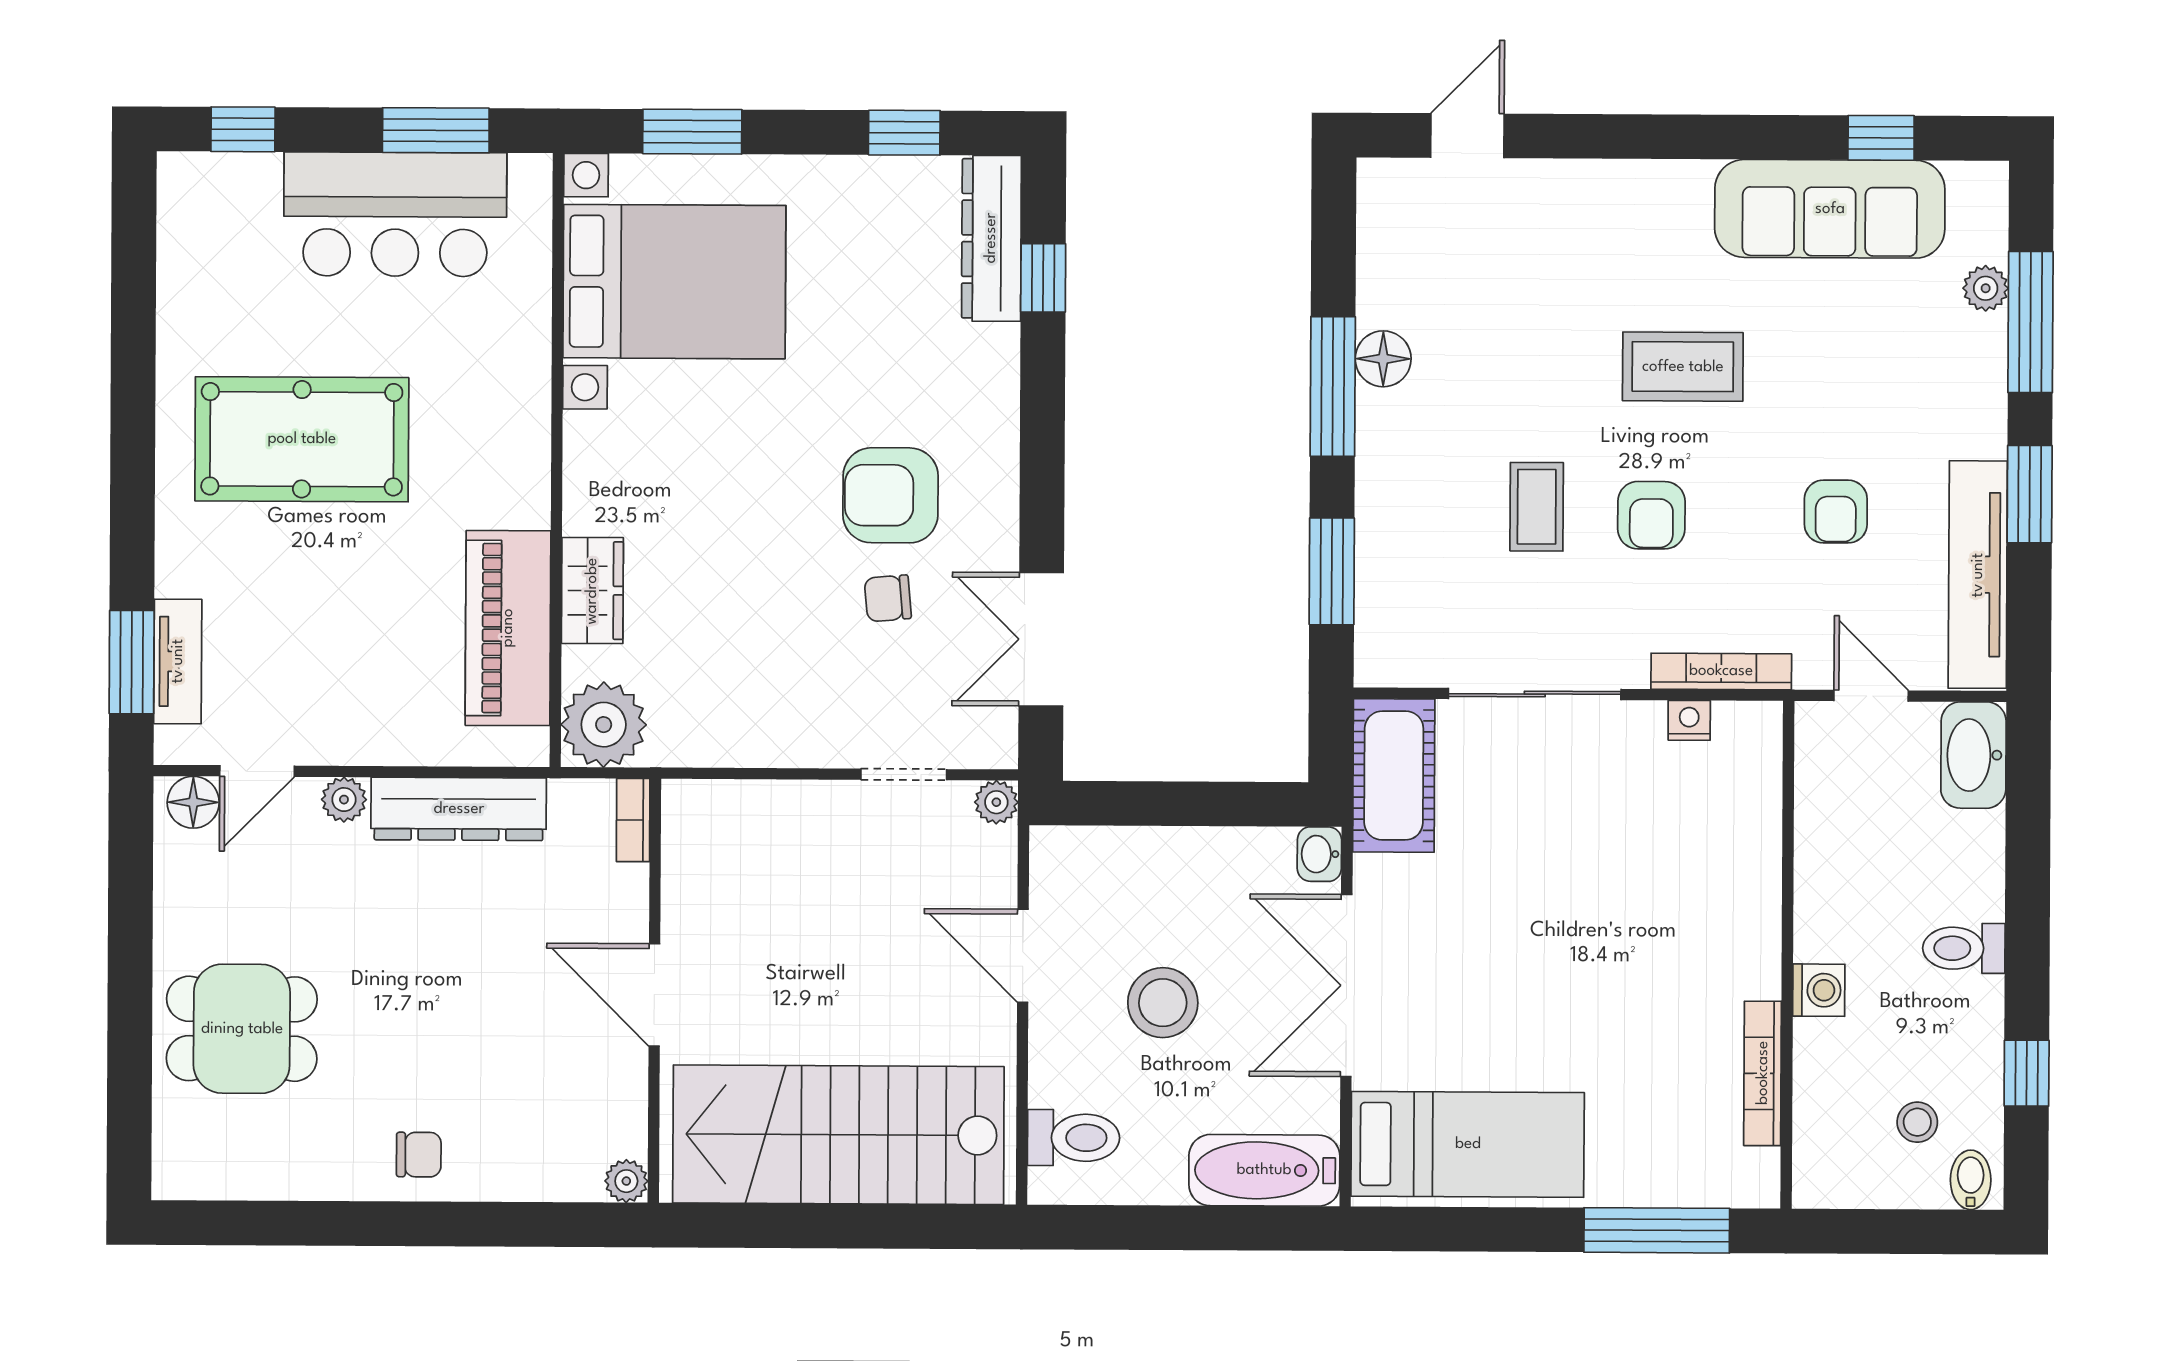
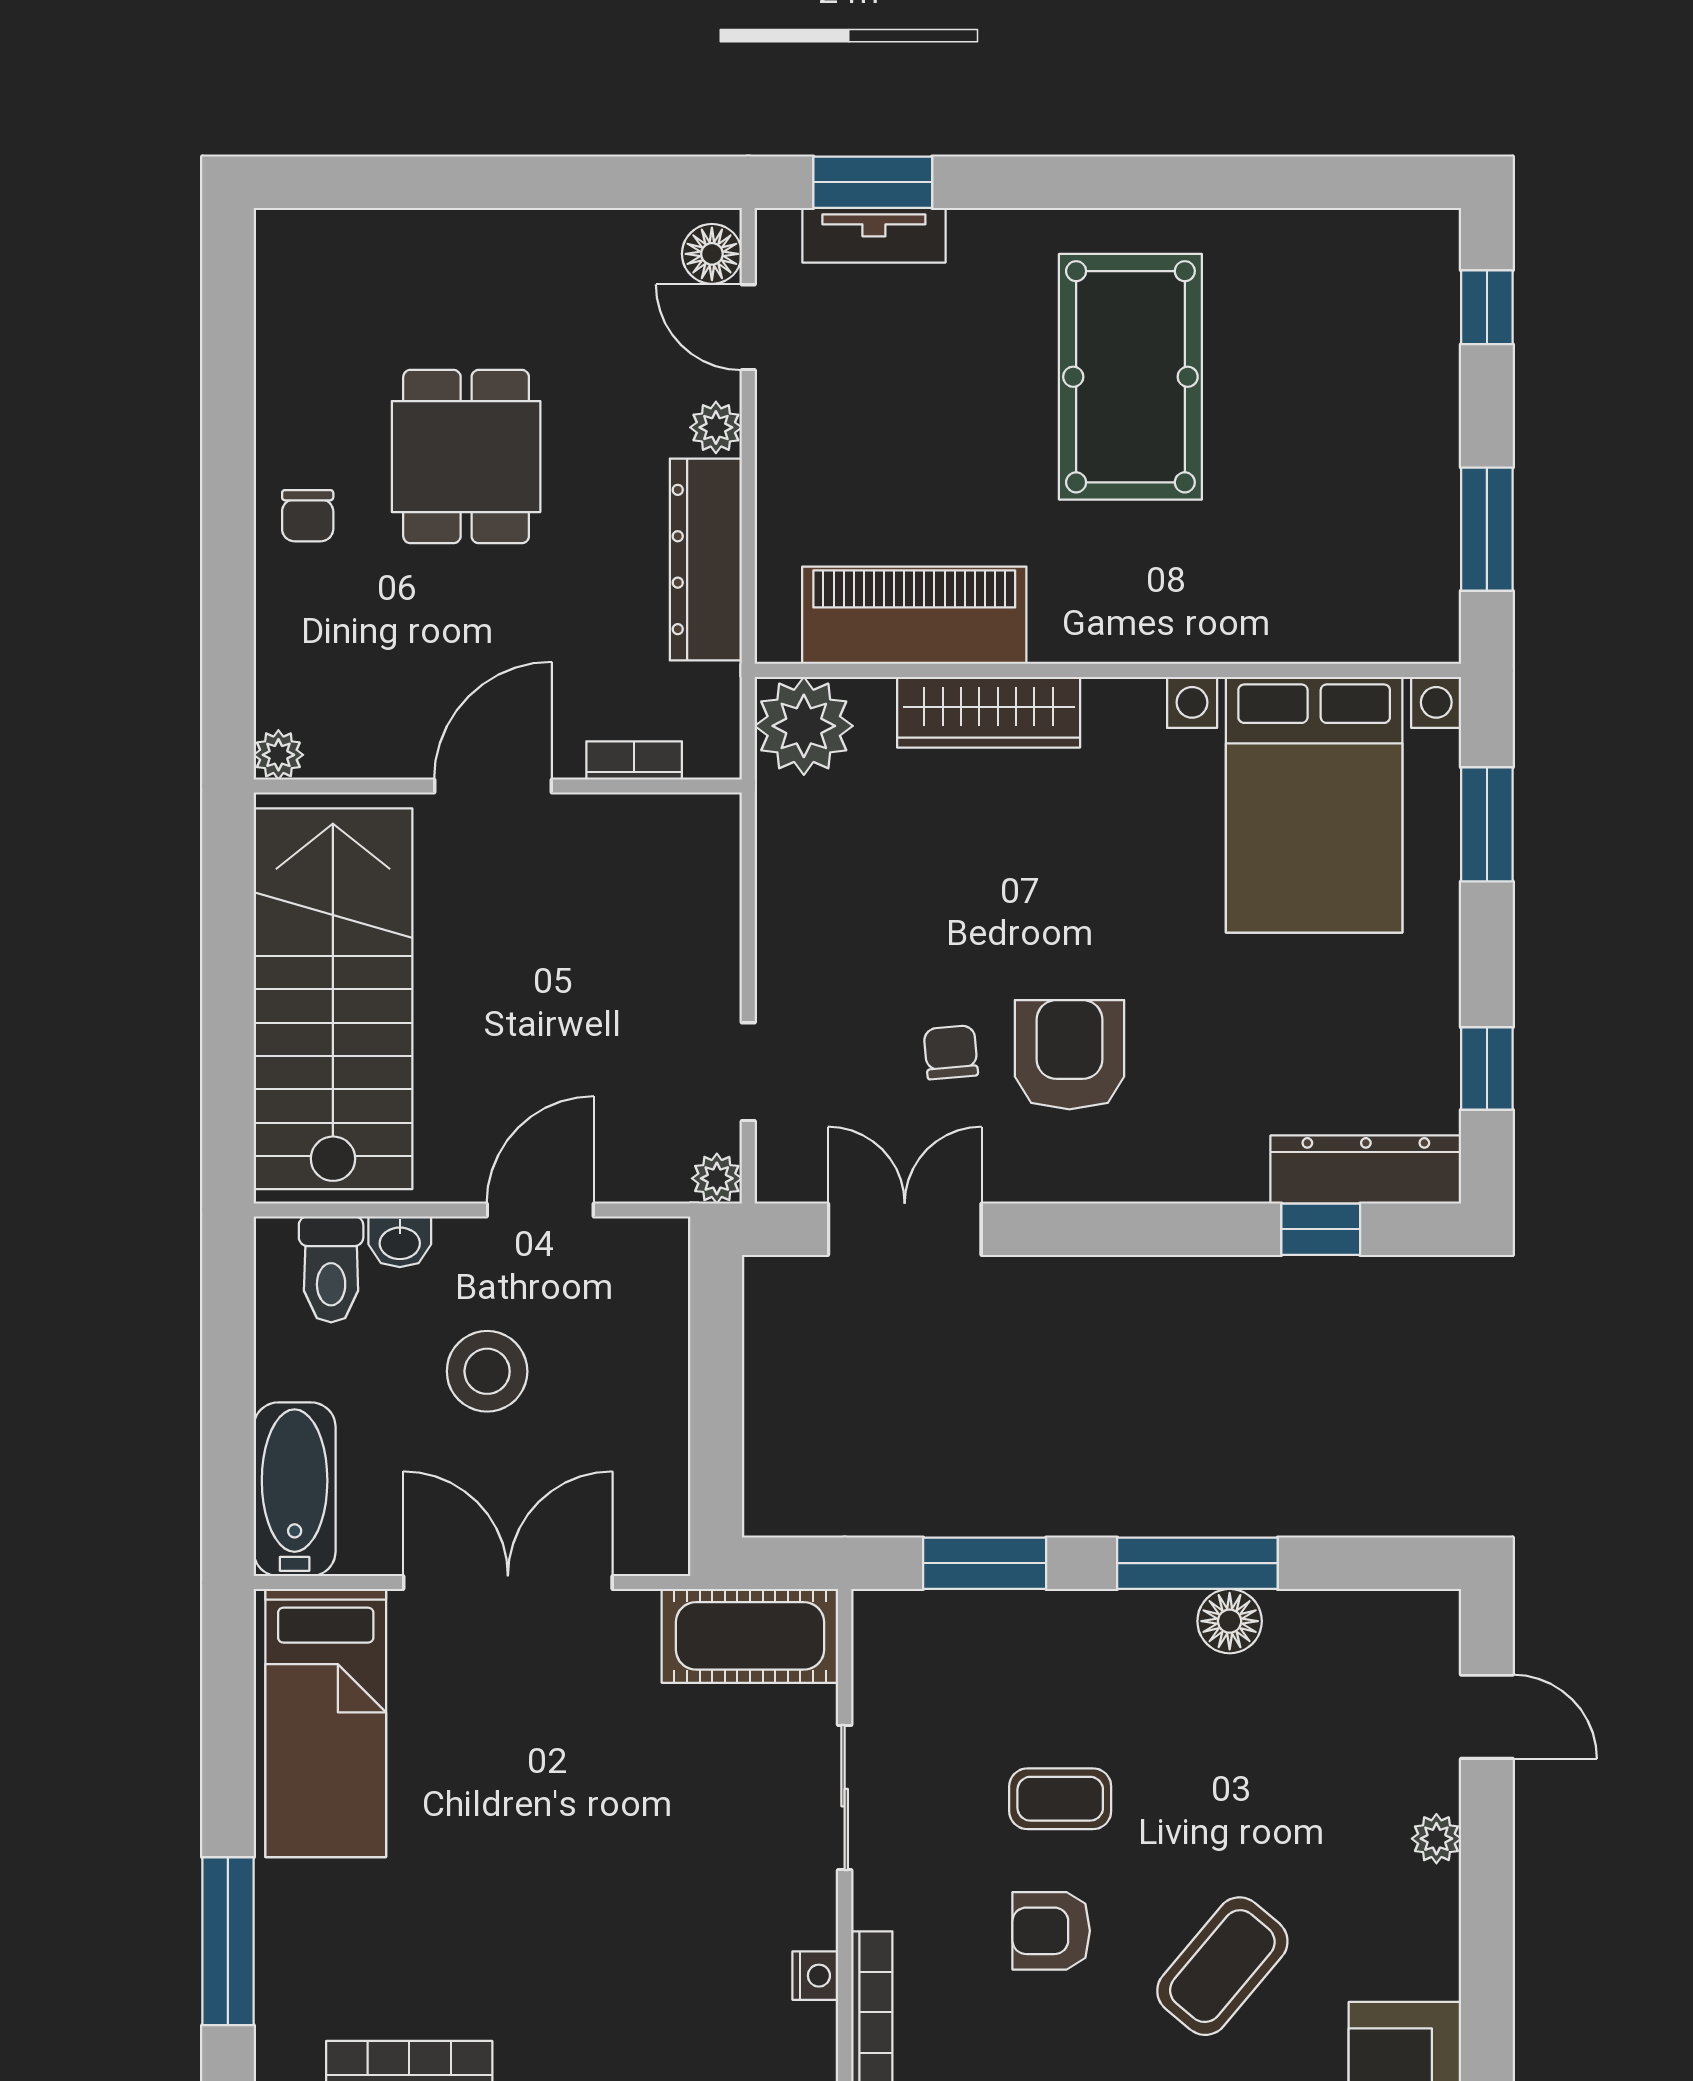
plant: (1573, 180) -> (1436, 1839), added
bar counter: (395, 214) -> (1390, 483), removed
coffee table: (1683, 367) -> (1222, 1966), turned 40
wardrobe: (592, 591) -> (989, 712), width x1.50
sliding door: (1535, 694) -> (845, 1798), width x0.73
bookcase: (633, 820) -> (634, 760), moved
washbasin: (1319, 854) -> (400, 1242), moved, turned 180
dining table: (242, 1029) -> (466, 457), moved

